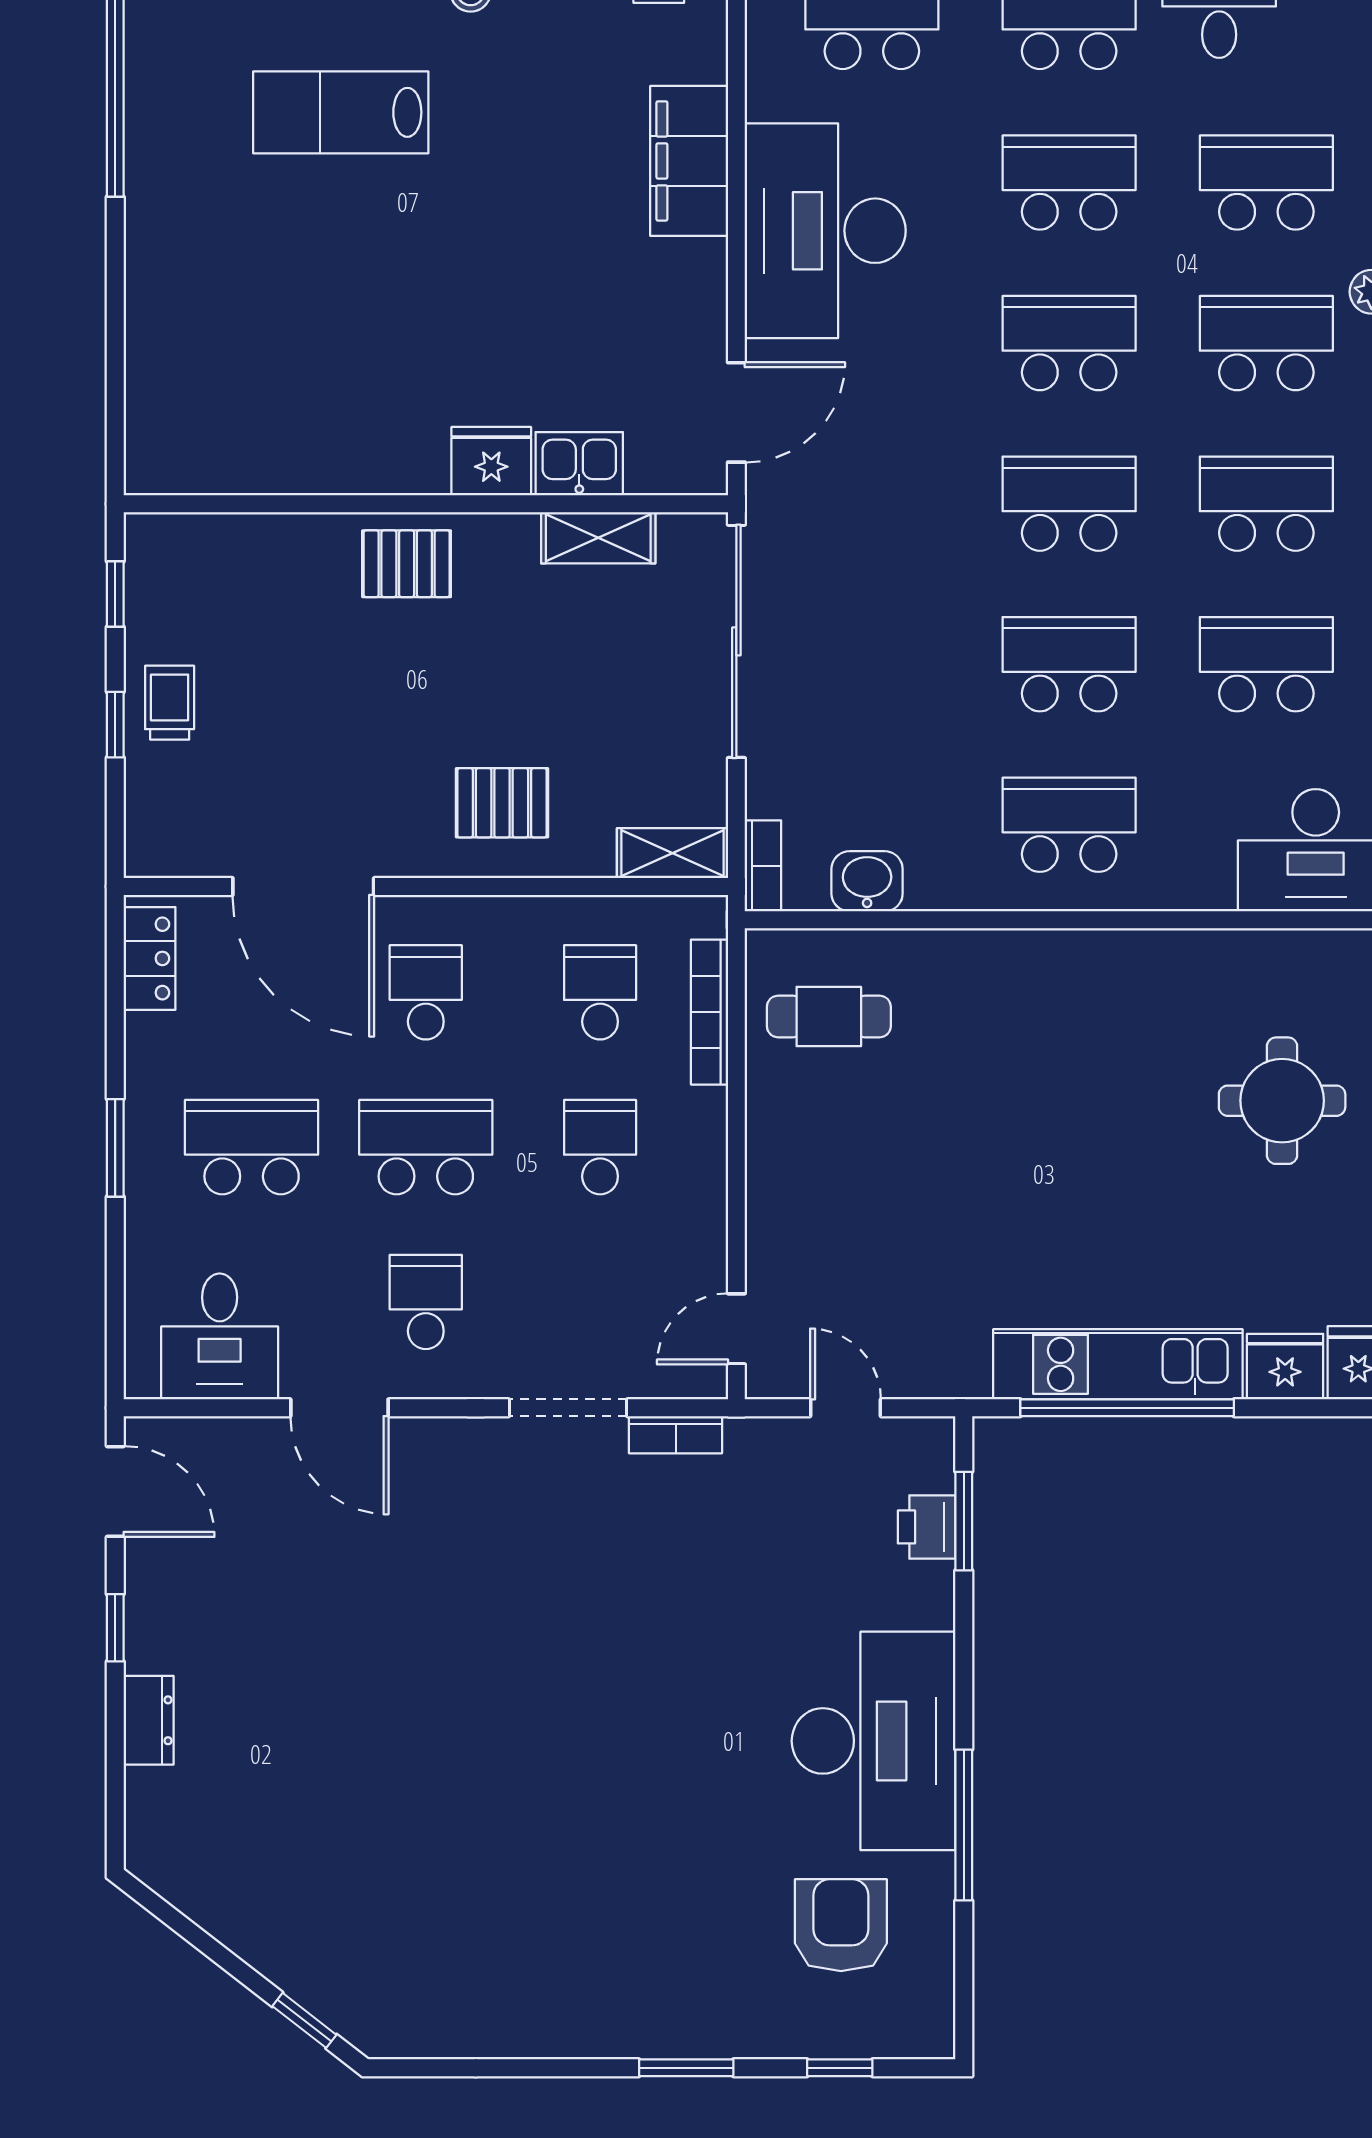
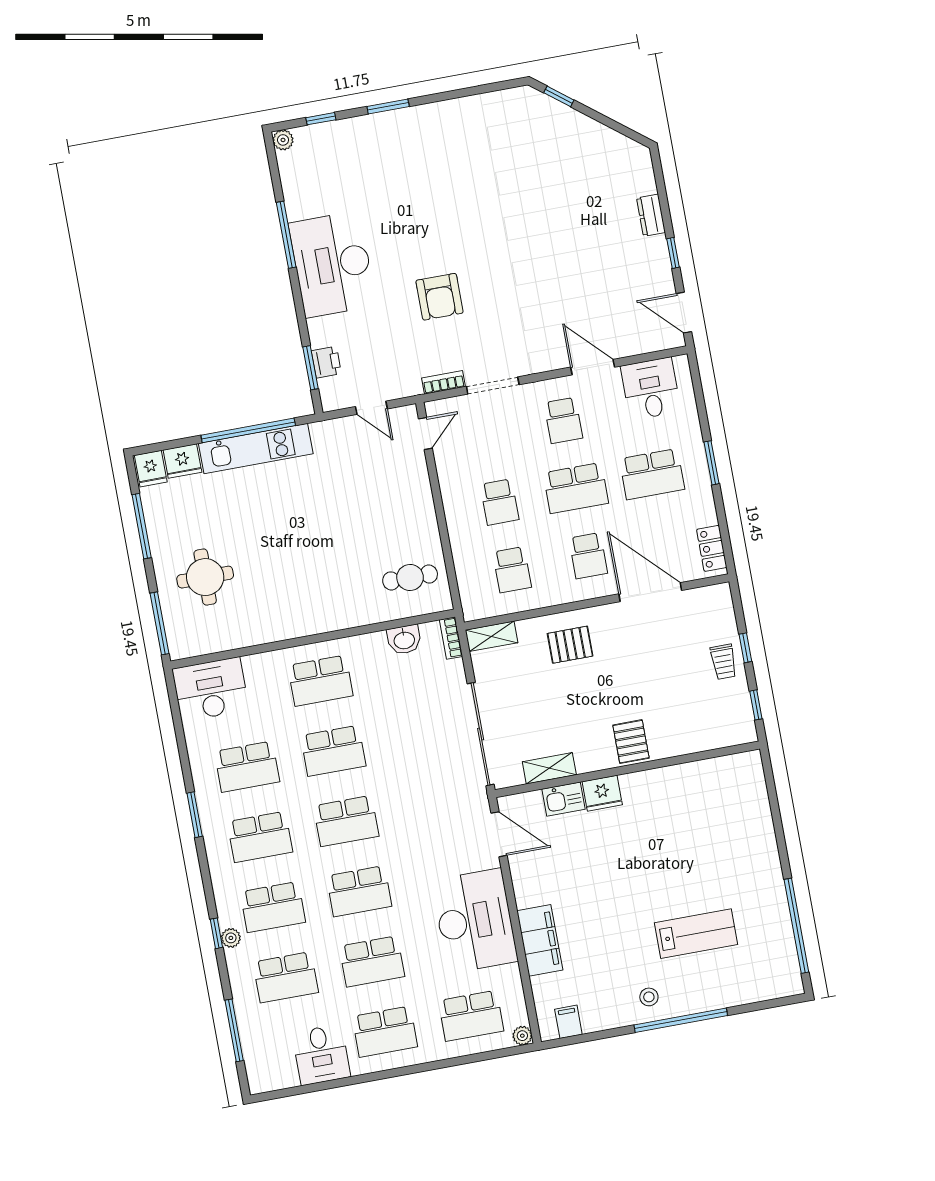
door: (736, 412) -> (499, 834), swing flipped
pallet: (407, 564) -> (631, 742), turned 90
bookcase: (709, 1012) -> (463, 570), removed
armchair: (841, 1925) -> (439, 297), moved
plant: (932, 2036) -> (283, 140), added

